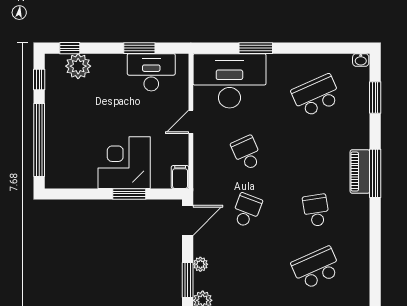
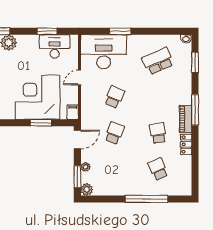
school desk: (247, 153) -> (114, 97), turned 48
corner desk: (124, 163) -> (38, 97), width x1.36, depth x1.36
piano: (360, 172) -> (186, 119), moved
locker: (361, 228) -> (186, 144), added
school desk: (316, 268) -> (158, 169), width x0.54

